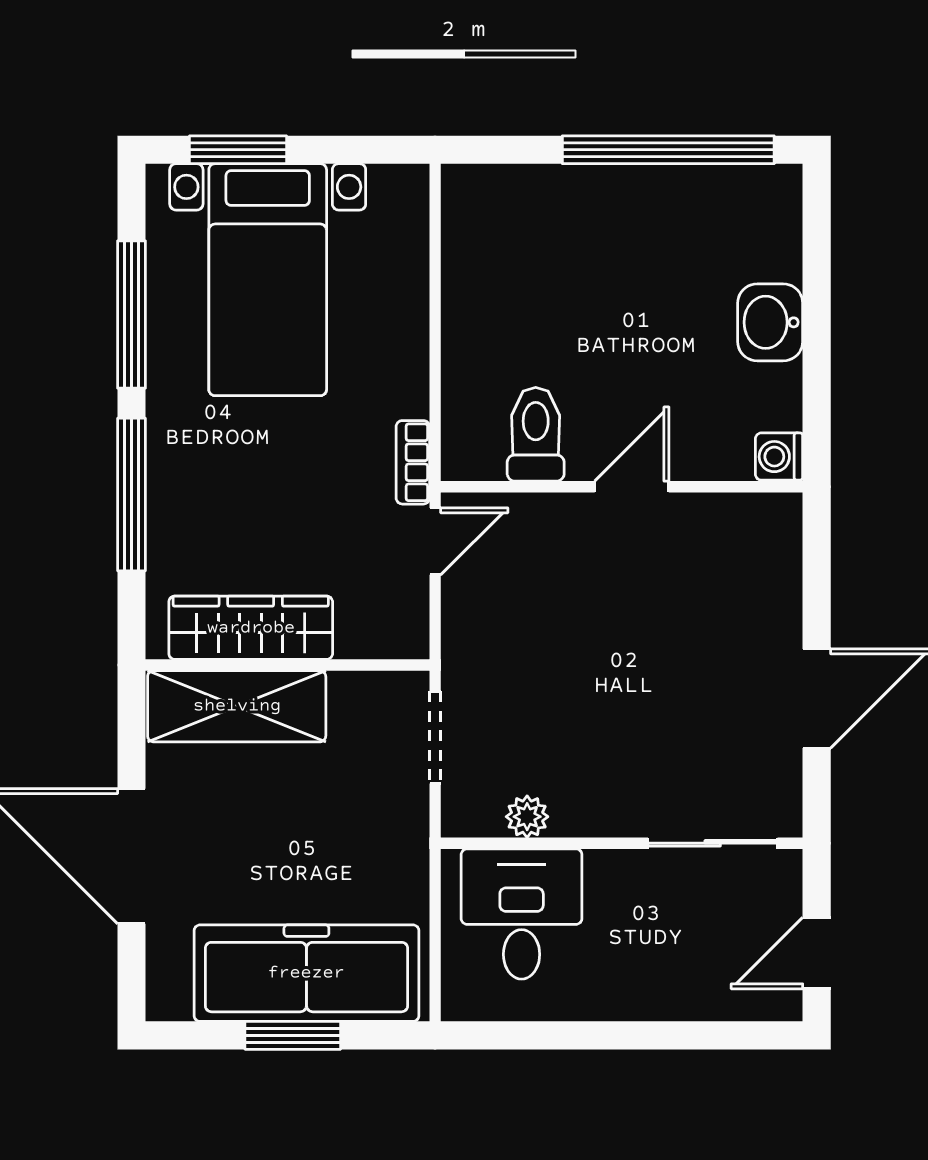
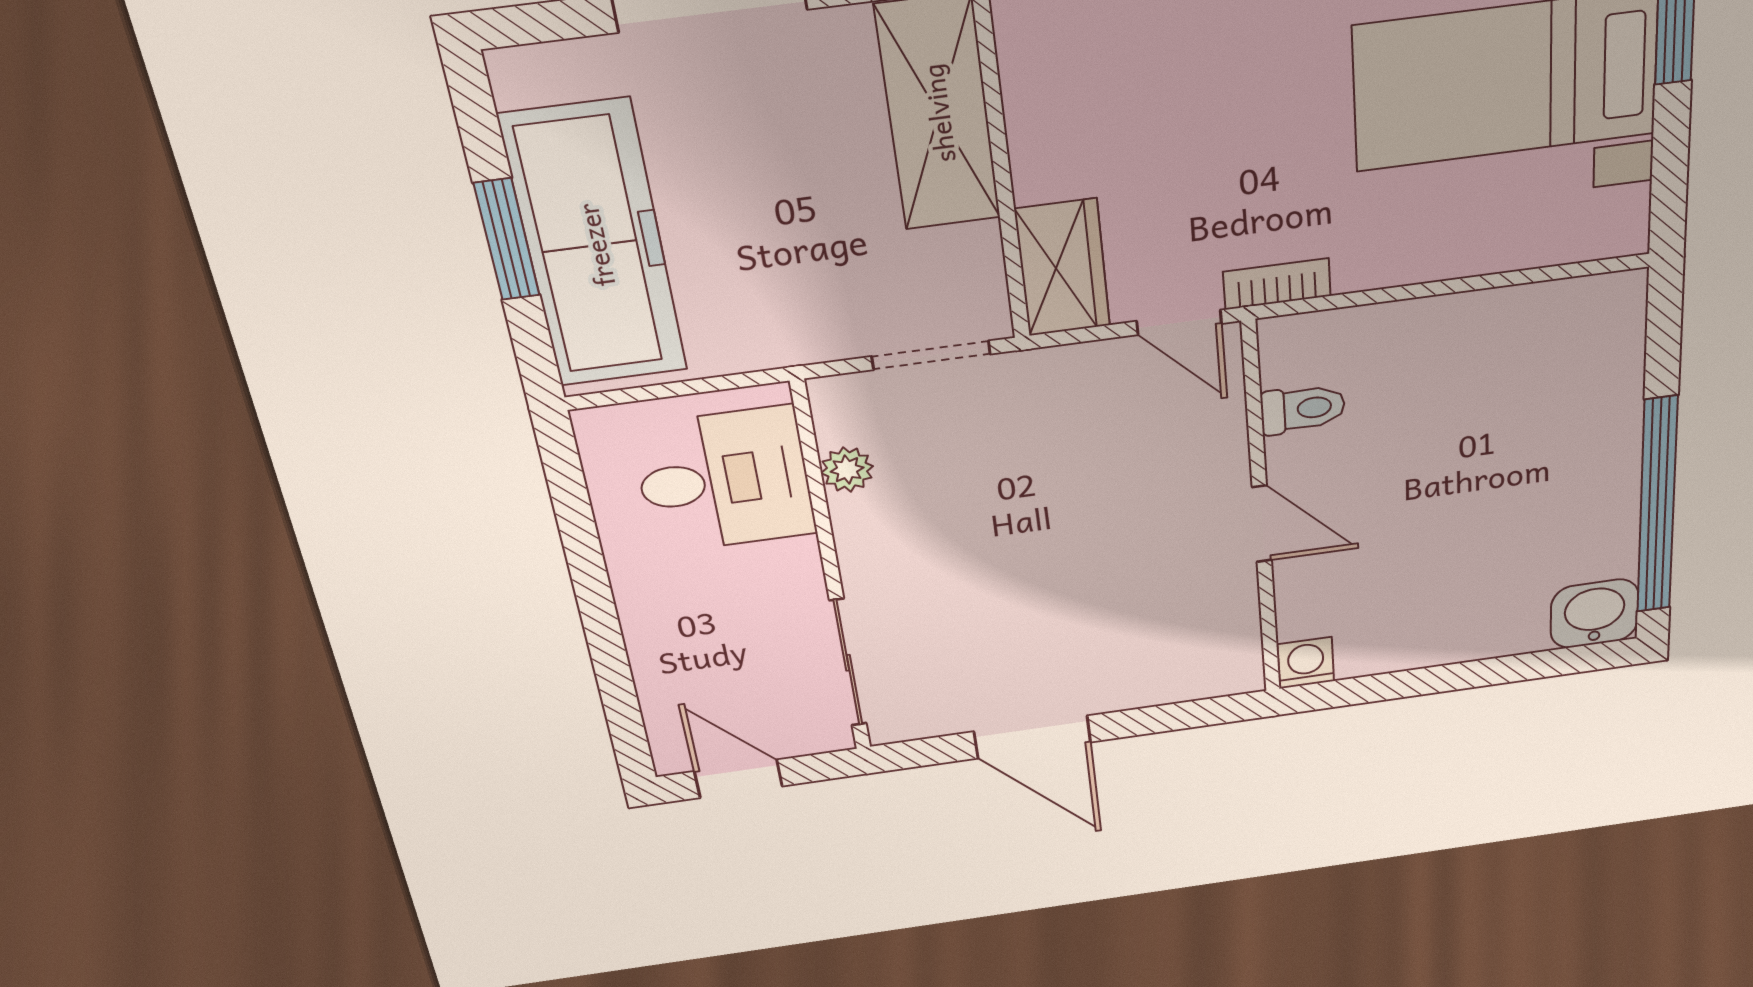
washbasin: (770, 322) -> (1594, 614), moved
toilet: (536, 434) -> (1303, 409), width x0.73, depth x0.72
wardrobe: (251, 628) -> (1062, 268), moved, width x0.67

